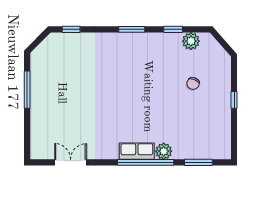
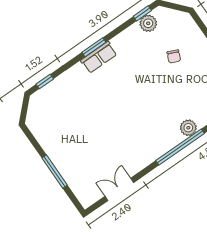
window: (173, 29) -> (142, 13), moved
window: (27, 90) -> (55, 172), moved
row of seats: (137, 151) -> (99, 57), moved, turned 180

